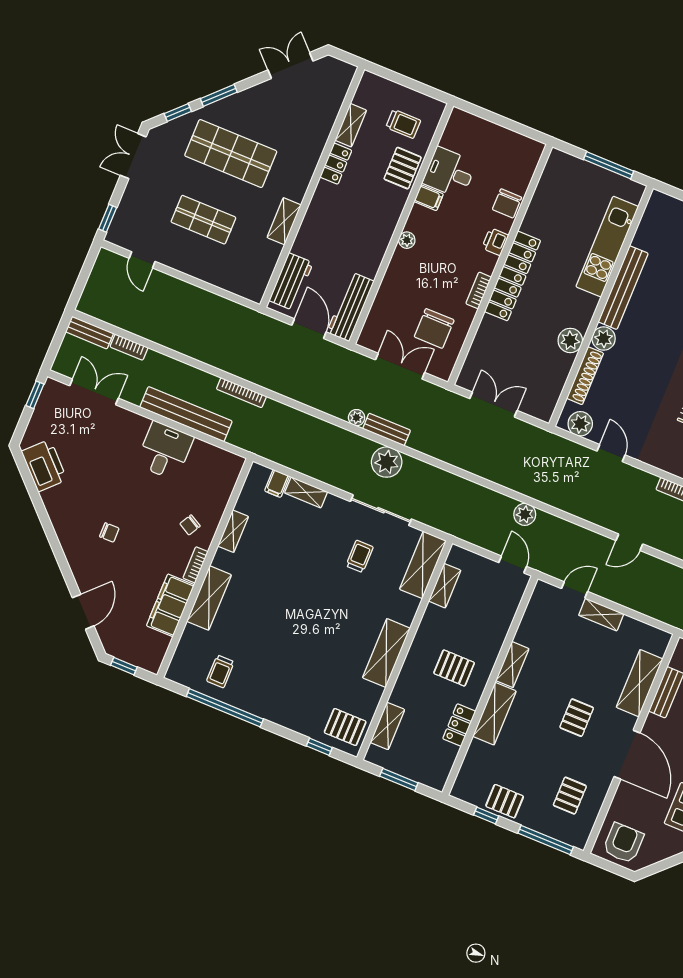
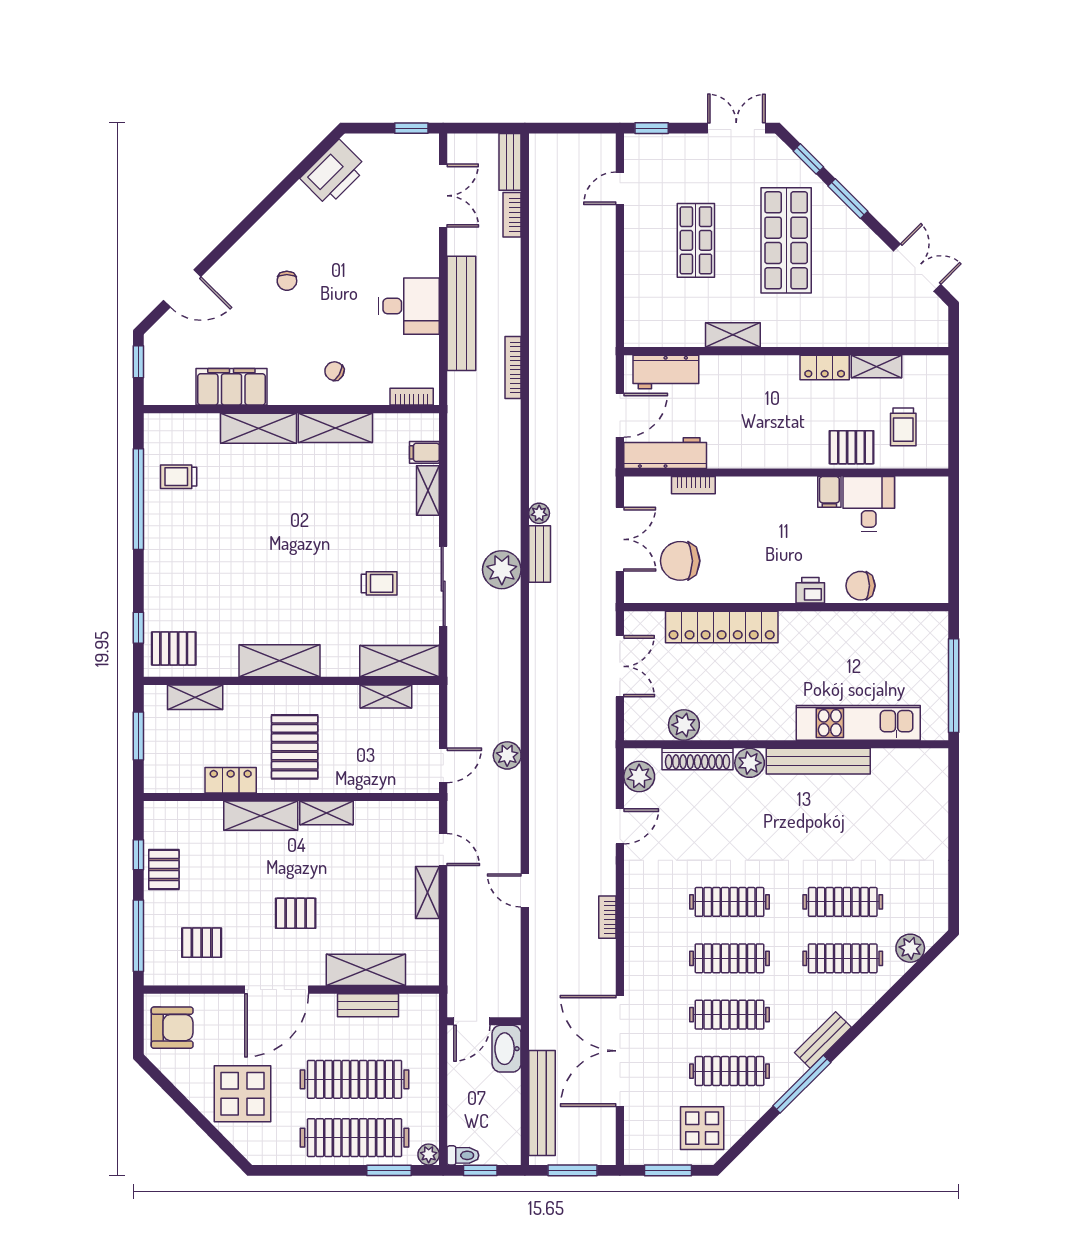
window: (609, 165) -> (954, 686), width x1.46
plant: (407, 240) -> (770, 487), removed
locker: (513, 276) -> (722, 627), moved
bookcase: (479, 290) -> (693, 485), moved, turned 180
plant: (570, 340) -> (684, 725), moved
shelving: (233, 531) -> (335, 428), width x1.50, depth x1.33
bookcase: (196, 565) -> (412, 397), moved
pallet: (454, 668) -> (295, 747), width x1.50, depth x1.42
pallet: (345, 727) -> (174, 648), turned 90

